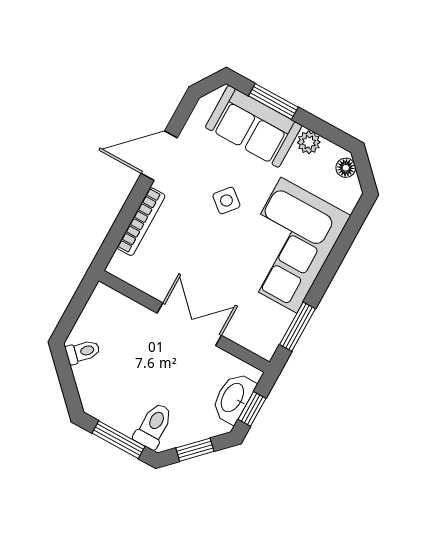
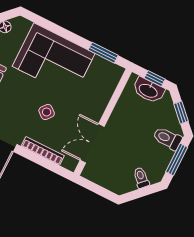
side table: (226, 200) -> (47, 112), moved
double door: (189, 324) -> (92, 143), moved
toilet: (83, 352) -> (141, 178), moved

